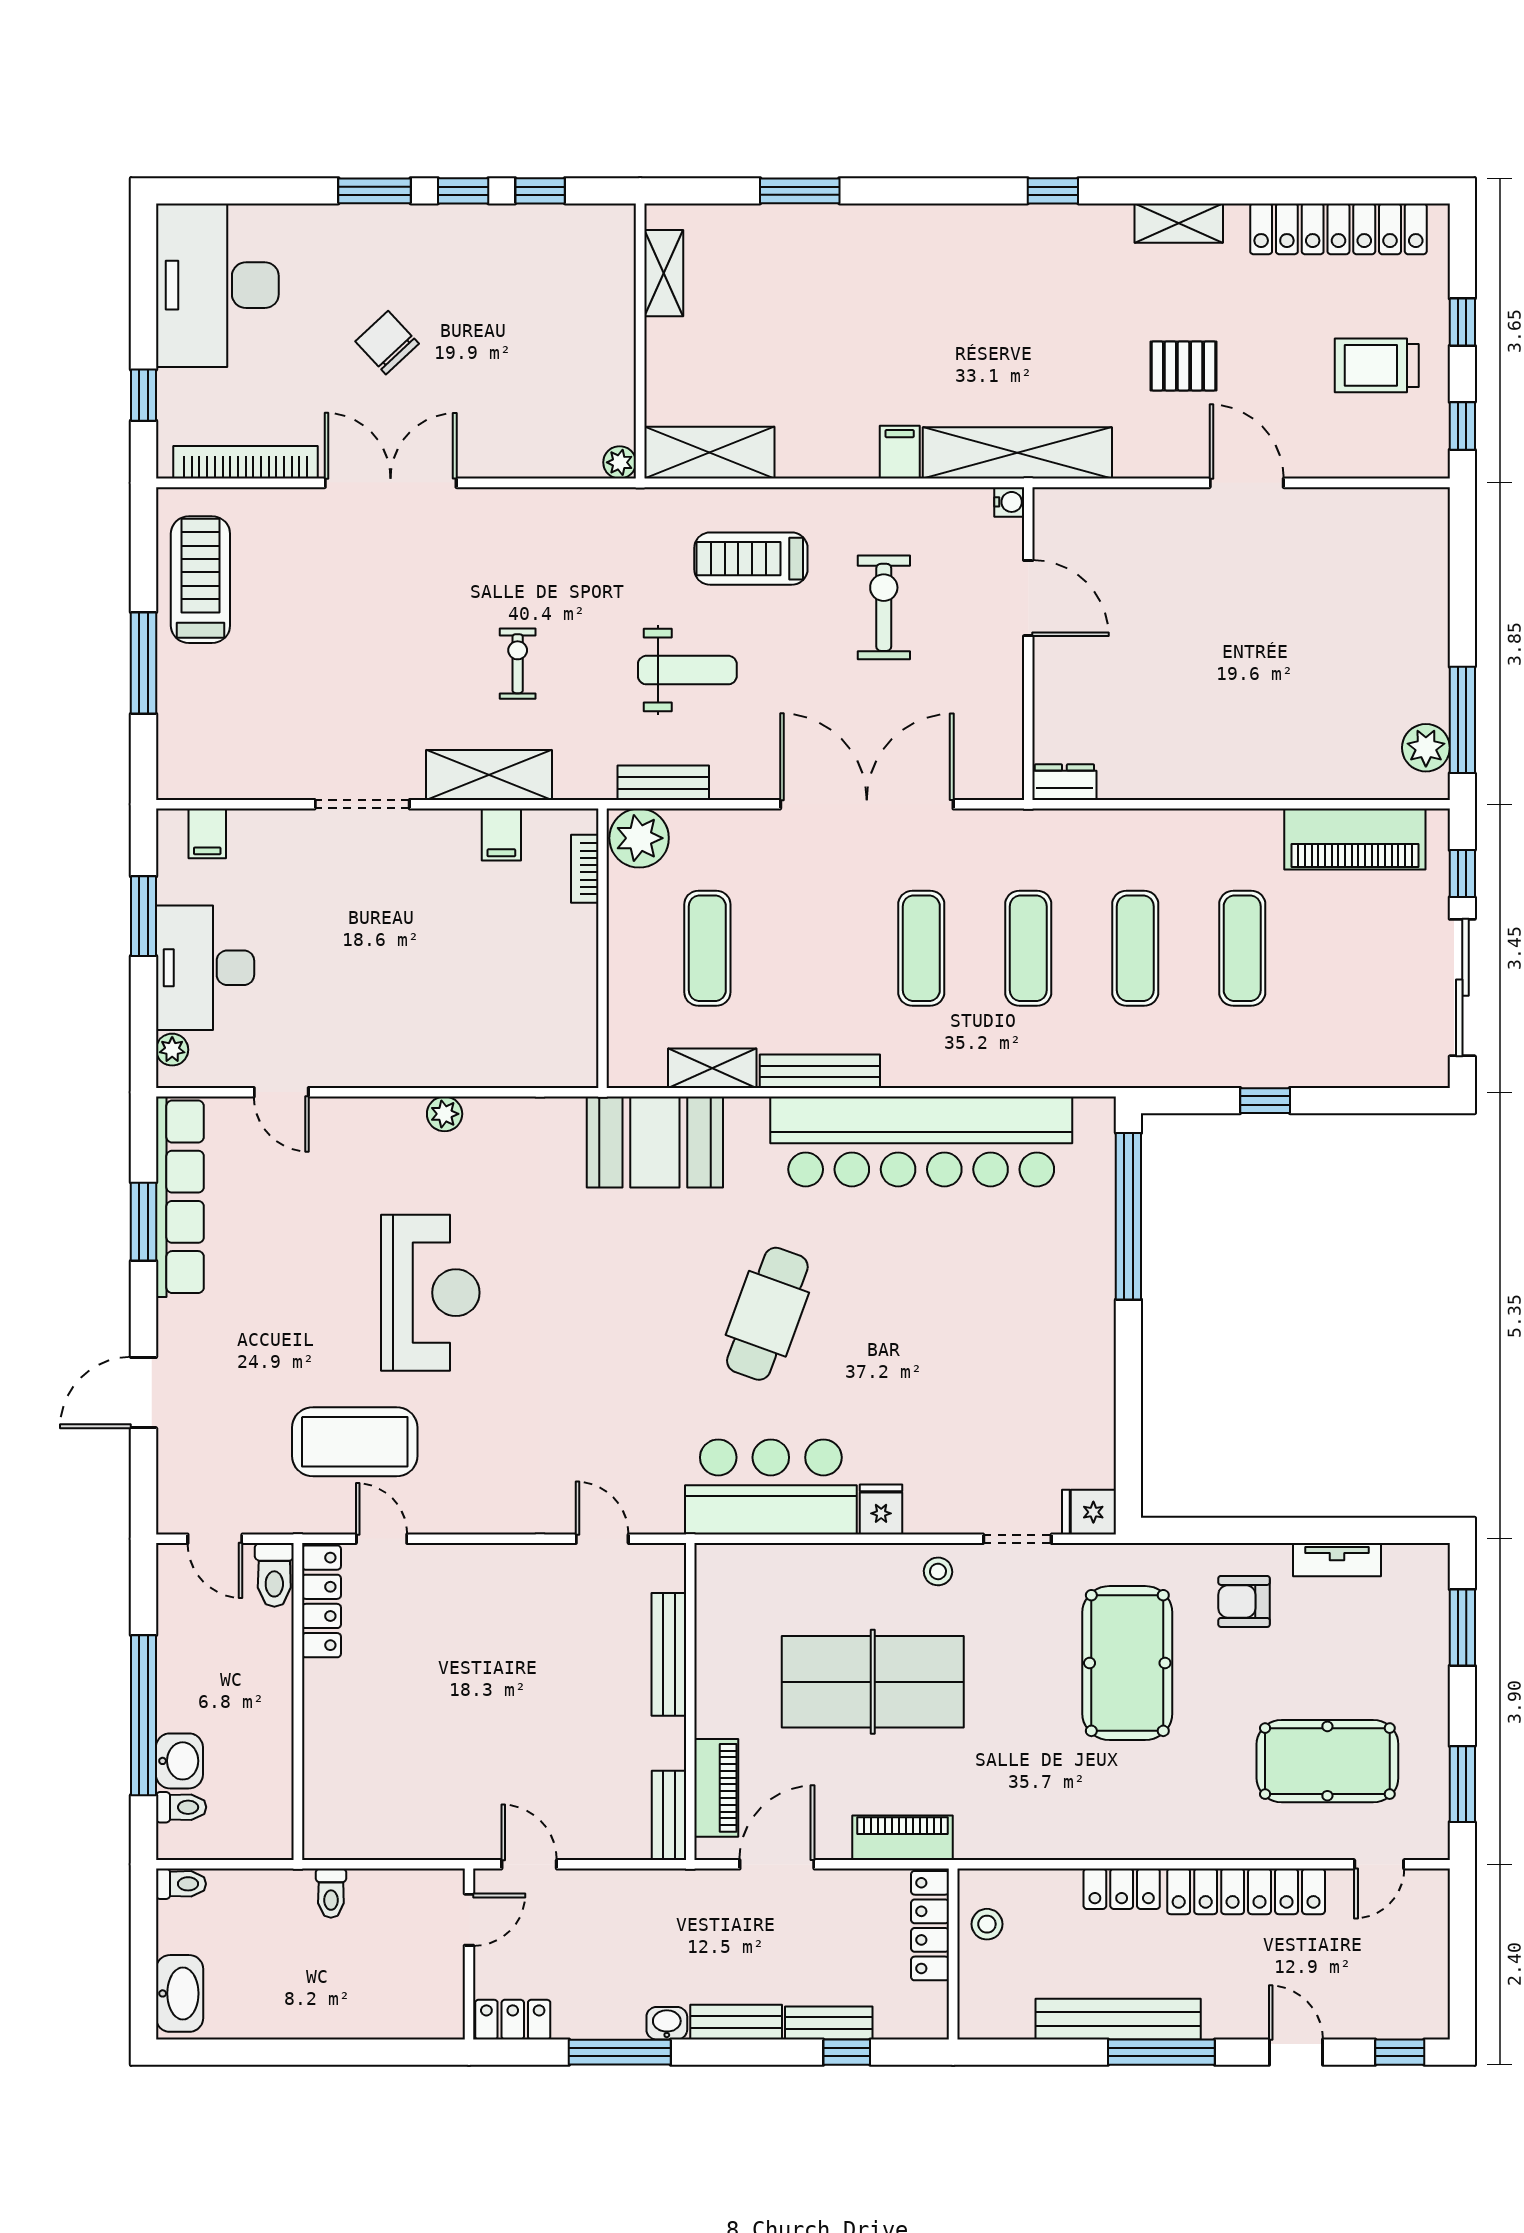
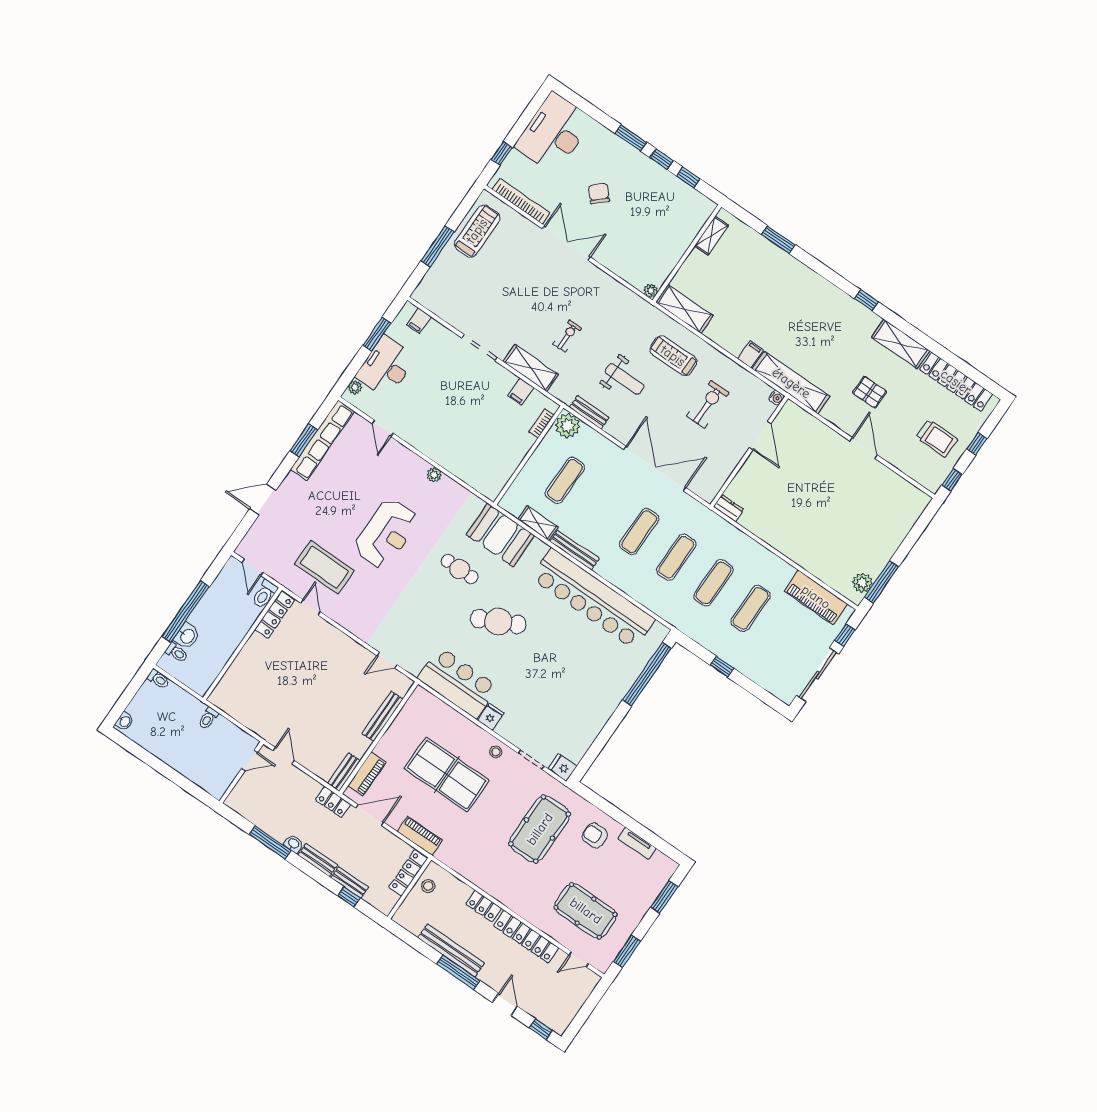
shelving: (1179, 223) -> (901, 344), width x1.50, depth x1.33
trolley: (1377, 365) -> (937, 438), turned 180
cafe table: (621, 1263) -> (460, 569), added
cafe table: (767, 1314) -> (498, 622), turned 44
door: (602, 1539) -> (387, 660), swing flipped
washbasin: (180, 1993) -> (125, 721), width x0.52, depth x0.69
locker: (513, 2020) -> (333, 802), moved, turned 180

